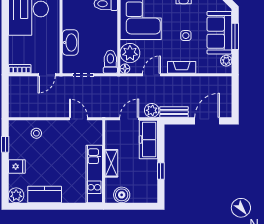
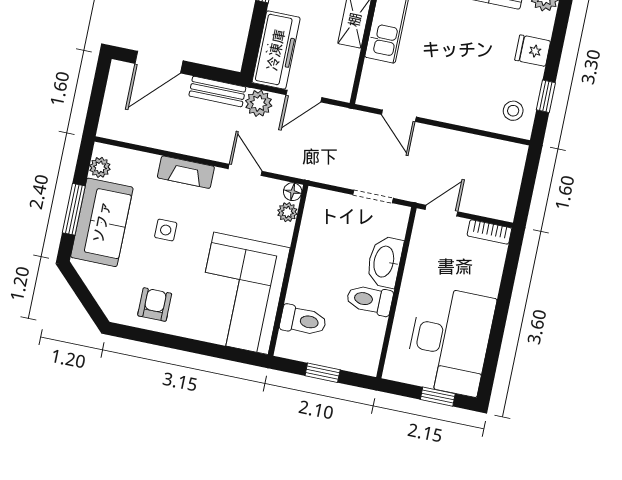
plant: (130, 53) -> (287, 212), width x0.53, depth x0.53
toilet: (110, 62) -> (370, 300), moved, turned 90
door: (152, 75) -> (245, 170), swing flipped
stool: (36, 133) -> (513, 111), moved

